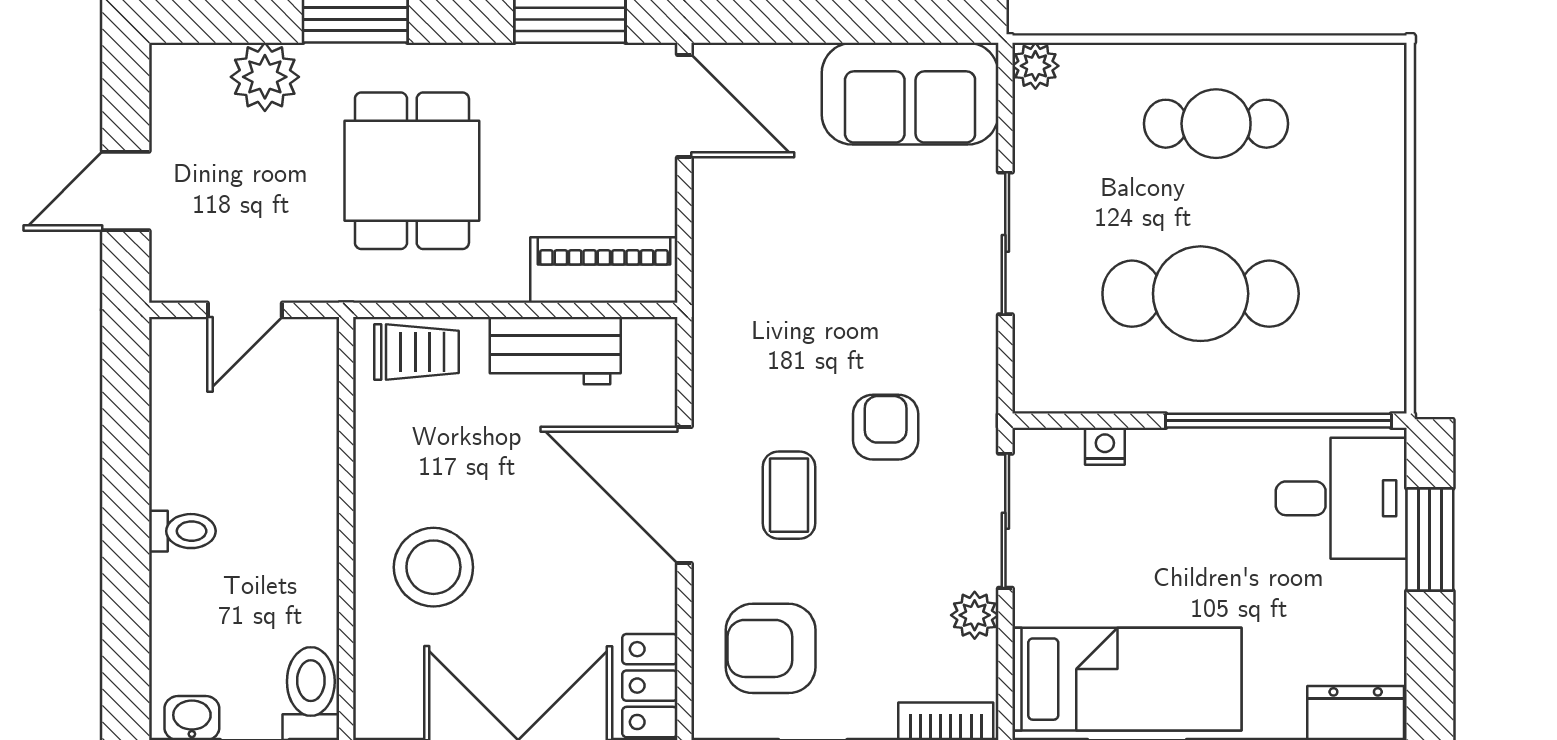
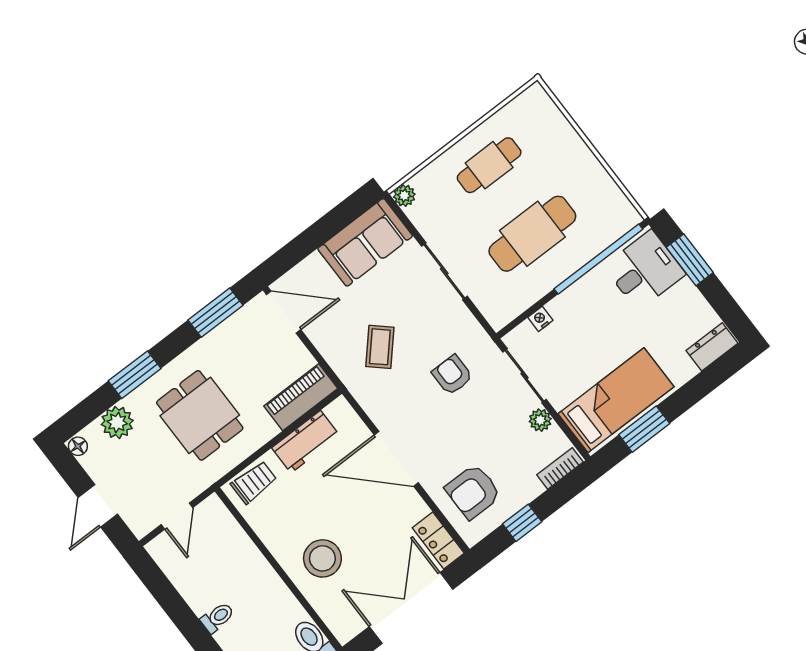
floor lamp: (169, 66) -> (78, 446), added
coffee table: (789, 495) -> (380, 347), moved, turned 42

